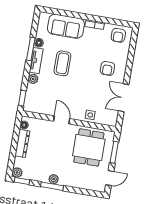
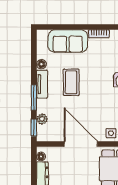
window: (31, 49) -> (34, 98), moved
plant: (33, 79) -> (42, 119), moved
door: (62, 120) -> (81, 144), width x1.88

